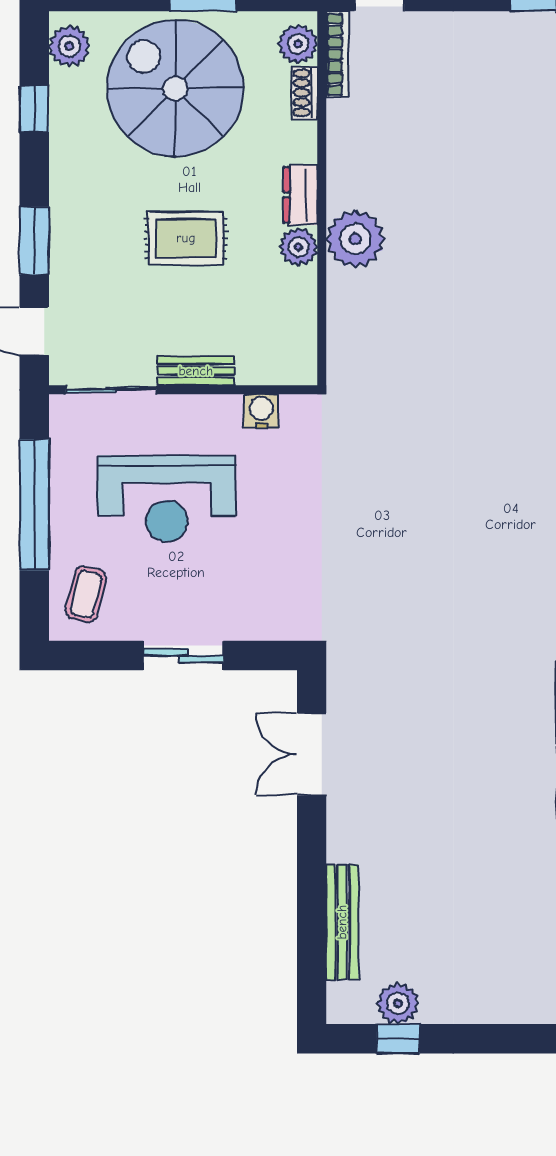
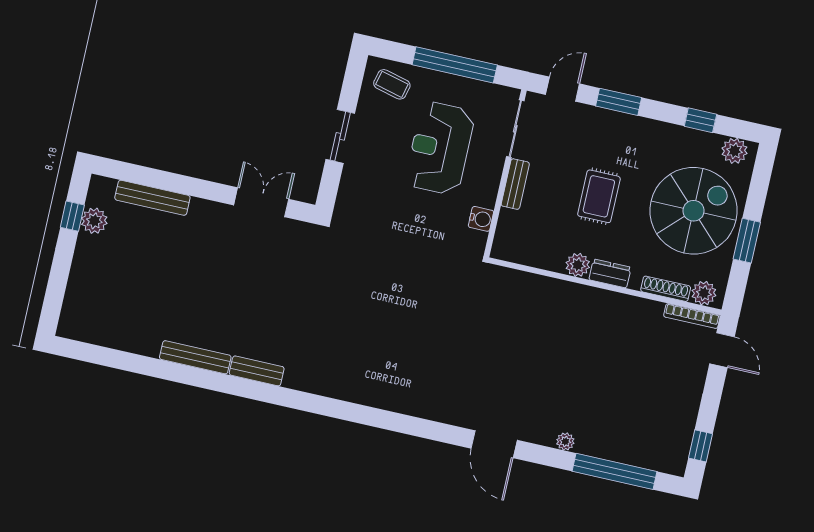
shoe rack: (305, 93) -> (666, 289), width x1.43
plant: (355, 239) -> (575, 301), removed

